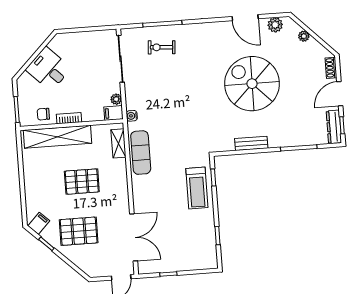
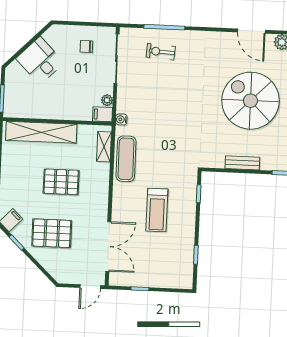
chair: (43, 114) -> (86, 47), moved
bookcase: (69, 118) -> (55, 114), removed
treadmill: (197, 188) -> (157, 210), moved

